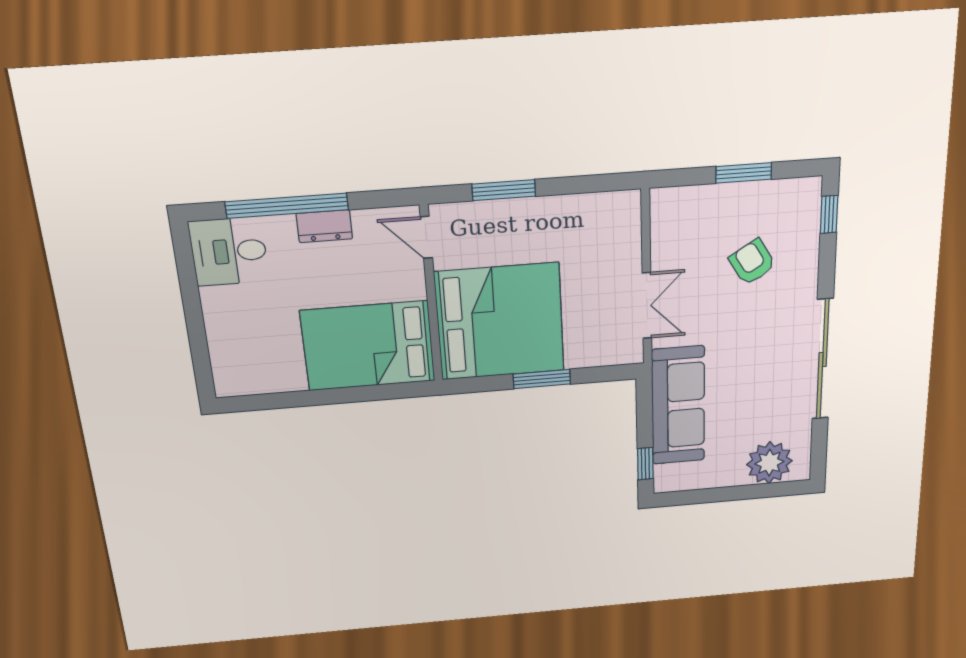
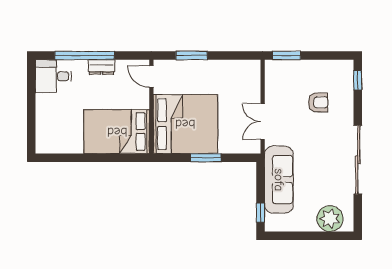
window: (744, 173) -> (286, 55), moved
armchair: (752, 262) -> (318, 102), turned 121
double door: (647, 306) -> (263, 122), swing flipped

